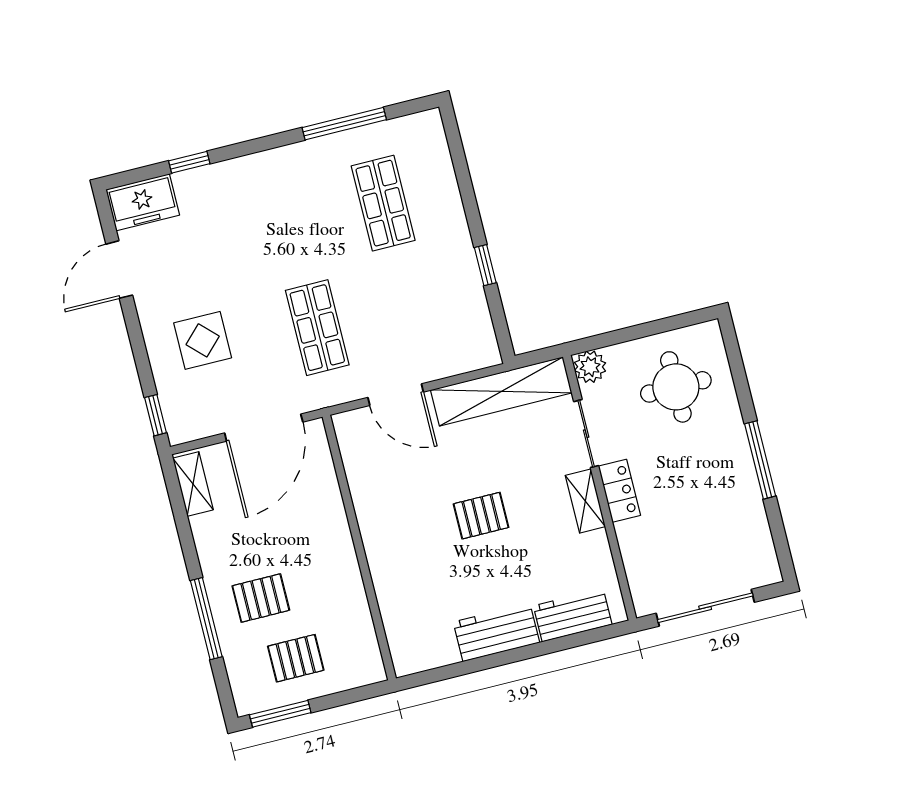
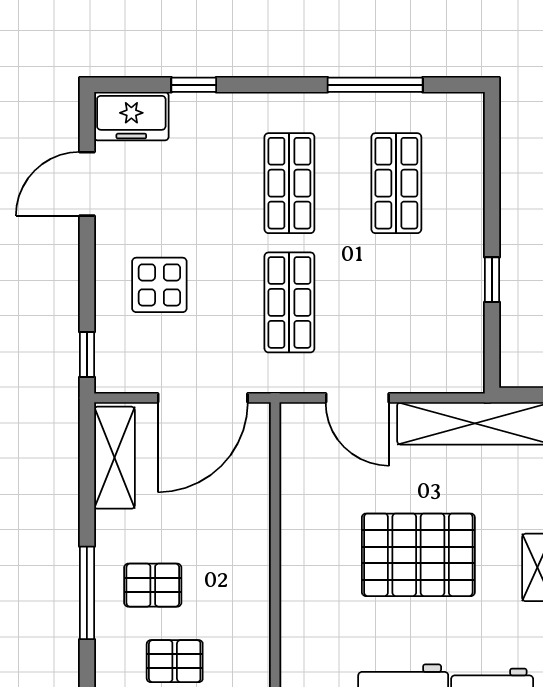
shop shelf: (292, 226) -> (289, 183), added
shelving: (193, 484) -> (114, 458), width x1.50, depth x1.33
pallet: (481, 516) -> (418, 555), width x2.05, depth x2.00

